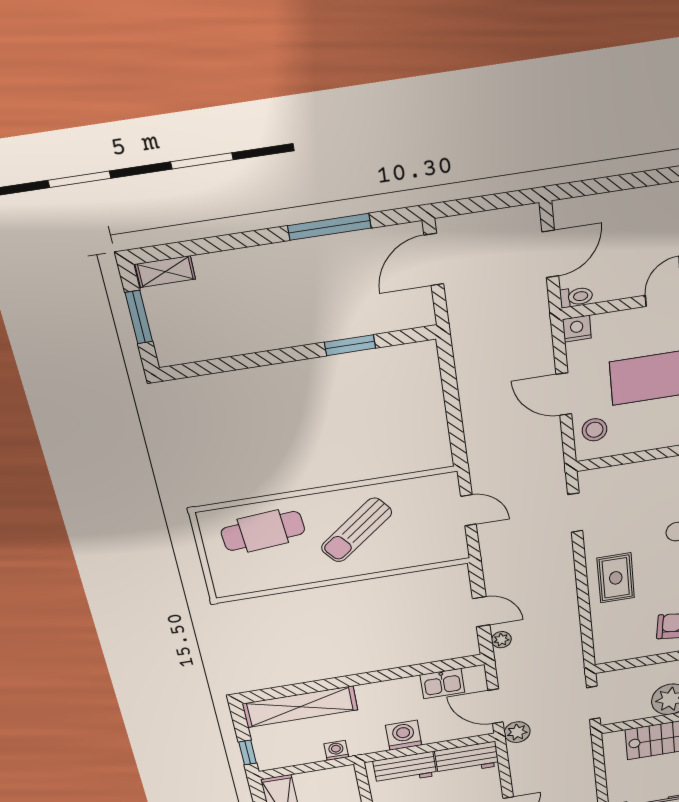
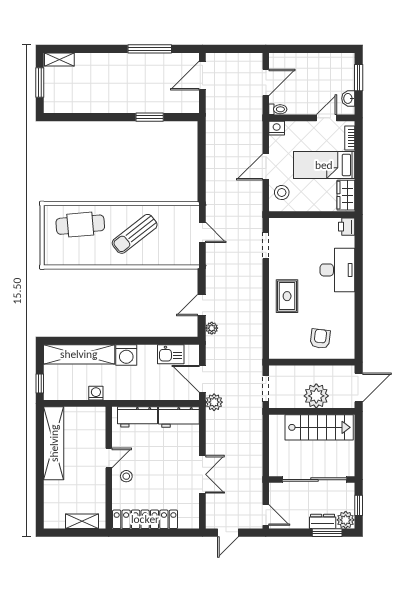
door: (564, 394) -> (266, 167), hinge flipped
door: (481, 612) -> (202, 305), swing flipped
washing machine: (404, 735) -> (126, 355), moved, turned 180

